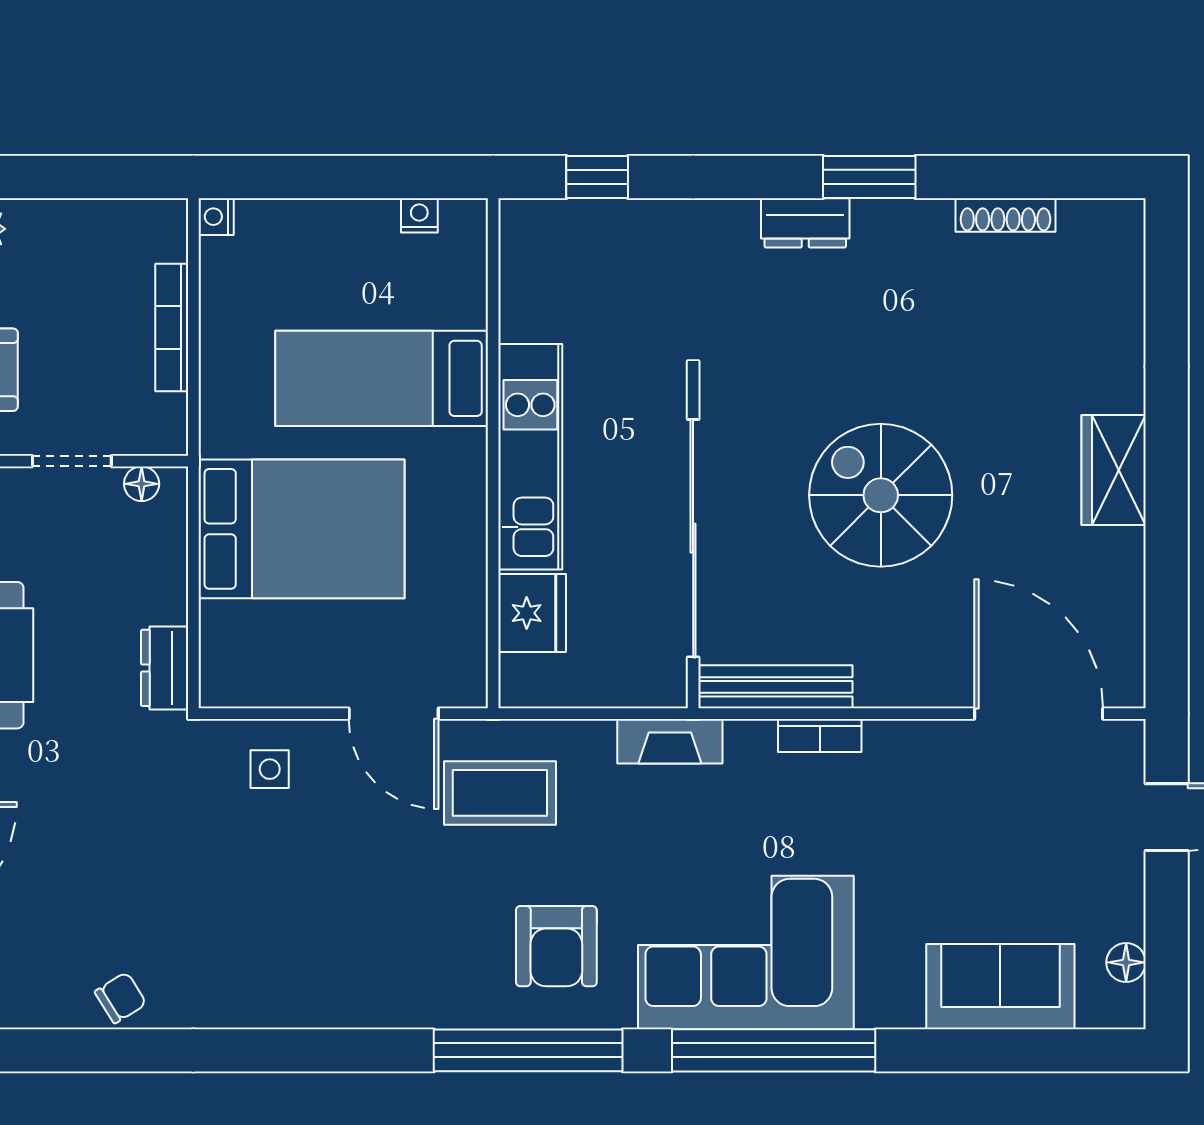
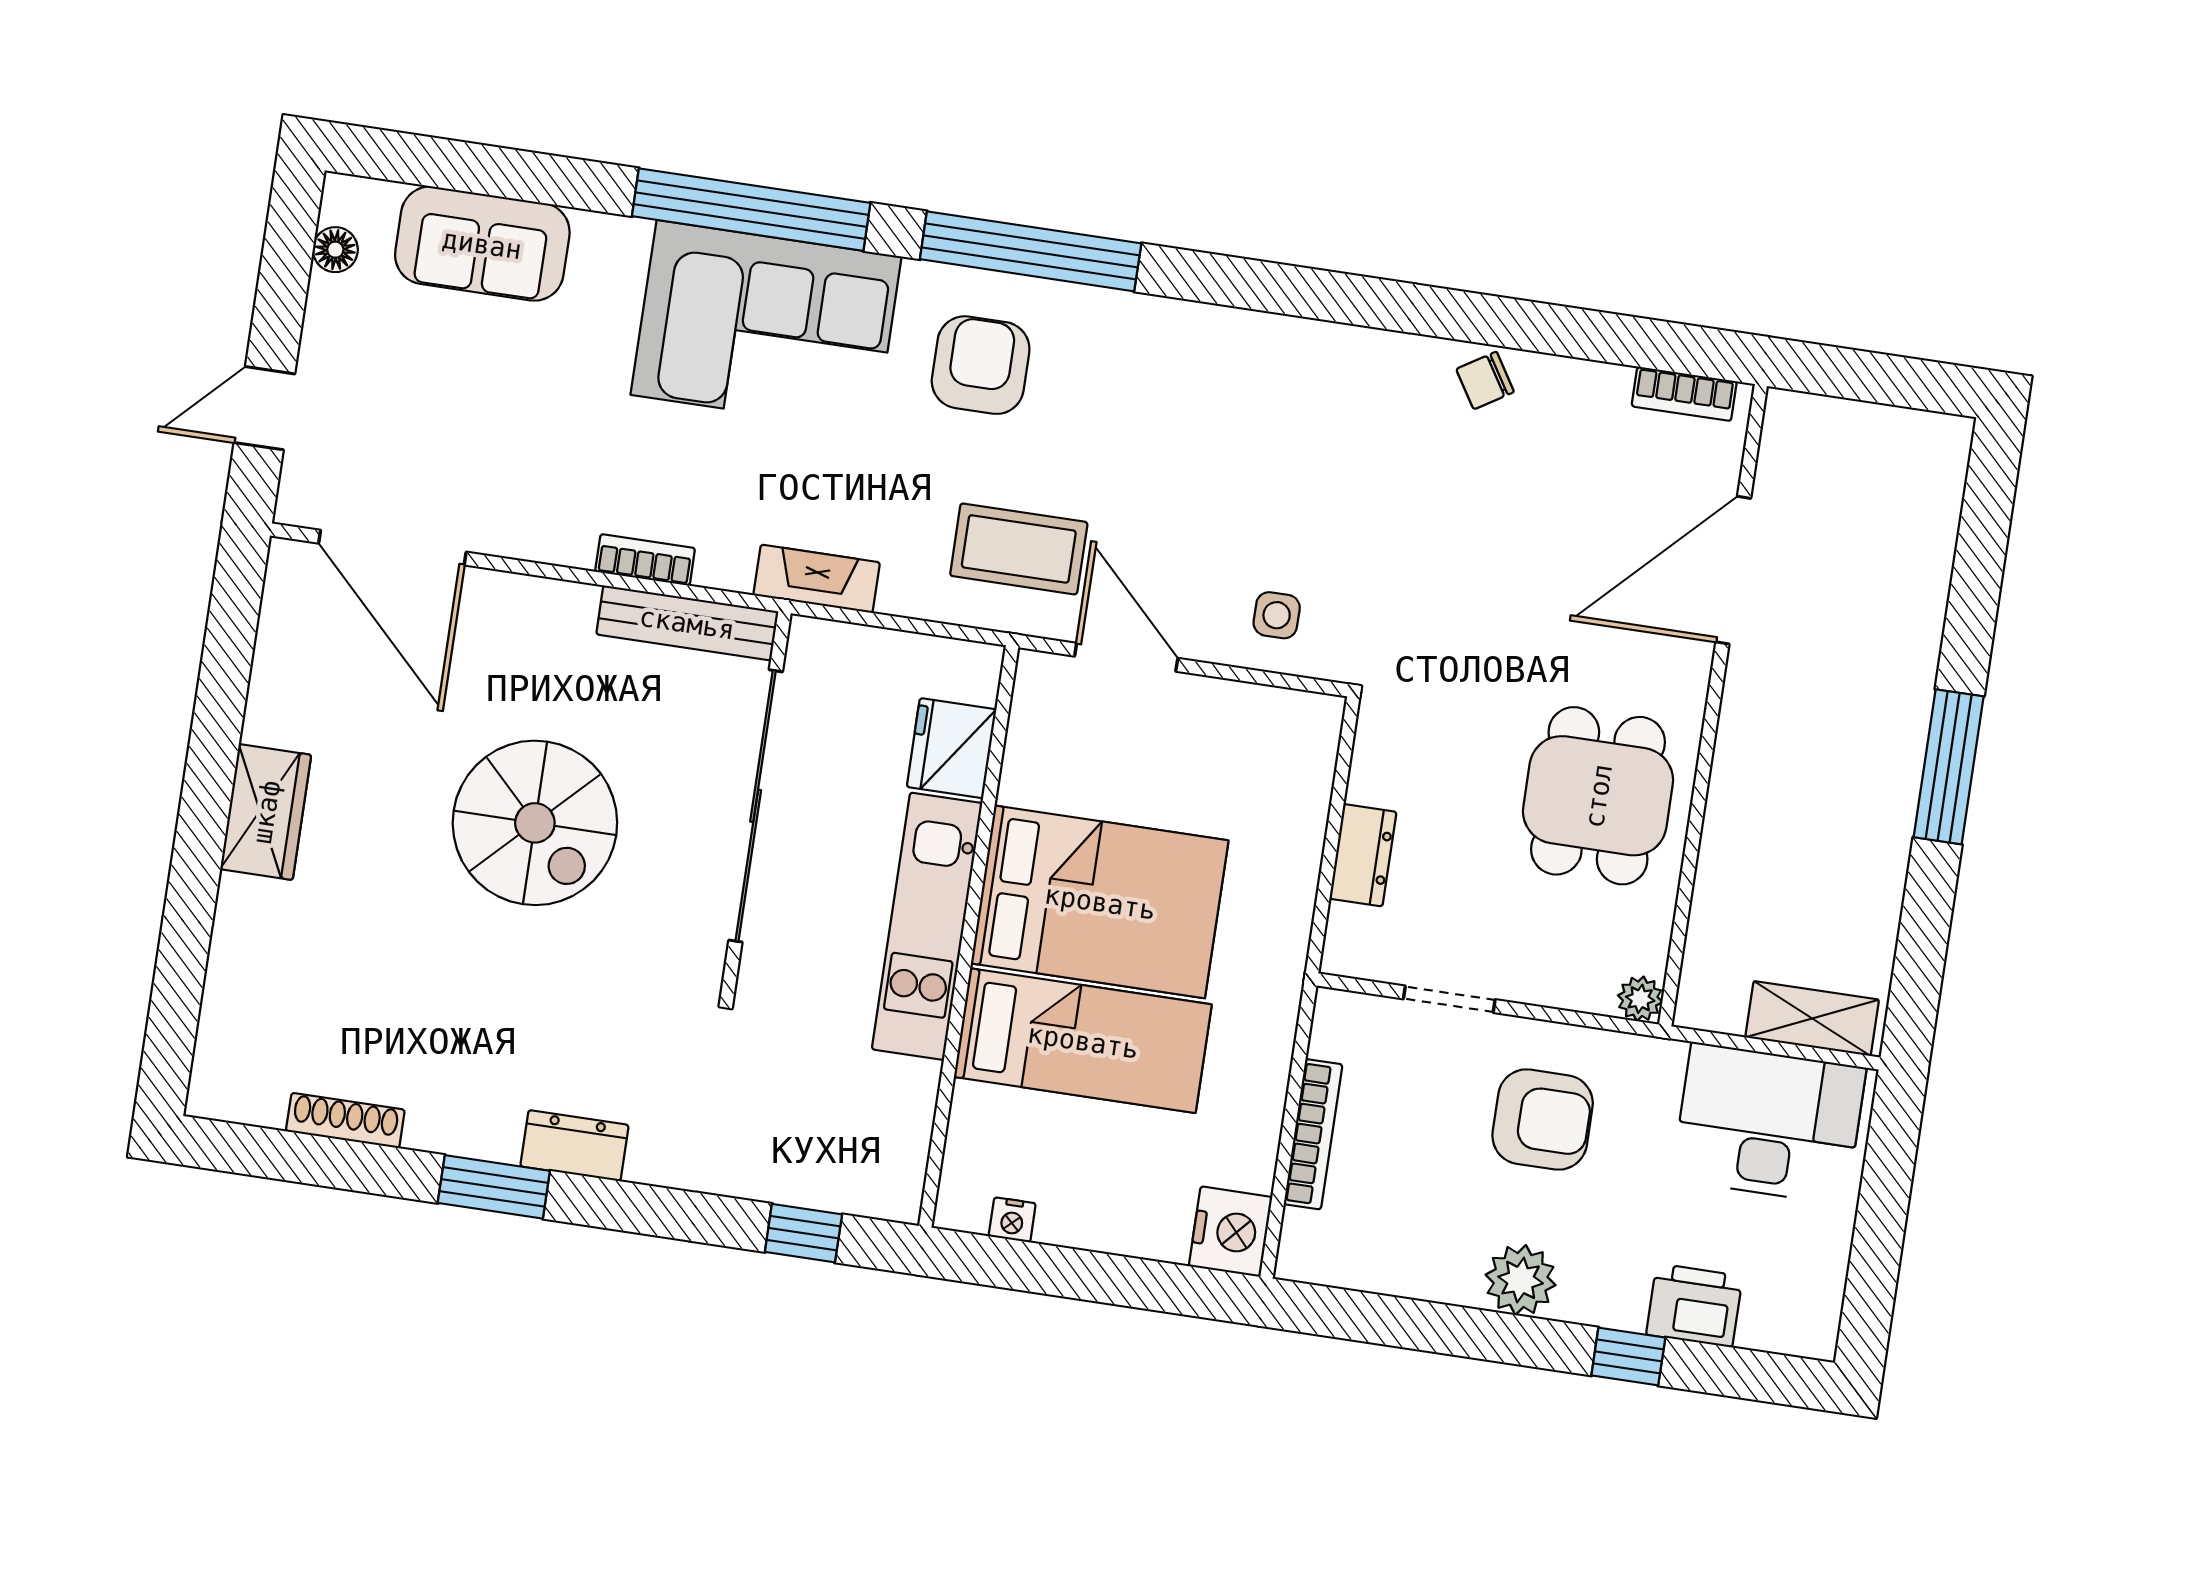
nightstand: (216, 217) -> (1231, 1232), width x1.89, depth x1.79
floor lamp: (142, 484) -> (1374, 962), removed
bed: (301, 529) -> (1100, 902), moved, turned 180
dresser: (165, 668) -> (1363, 855), moved

